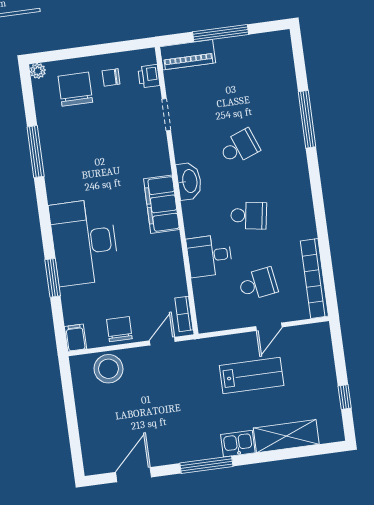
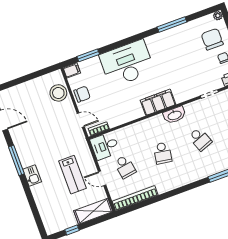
chair: (75, 89) -> (212, 39), turned -90
desk: (209, 256) -> (105, 146), moved, turned -90
window: (53, 278) -> (88, 55), moved
shelving: (286, 436) -> (93, 211), moved, turned 90

